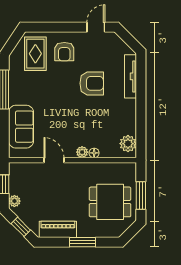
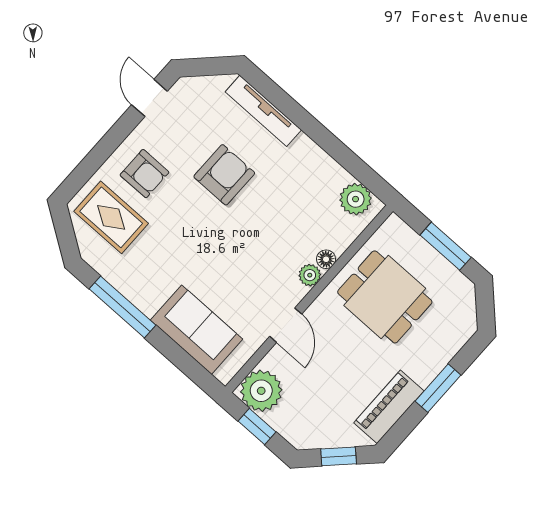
door: (54, 160) -> (286, 325), swing flipped
plant: (14, 201) -> (261, 391), moved, width x1.88, depth x1.88
dining table: (110, 202) -> (385, 297), moved, turned 90

